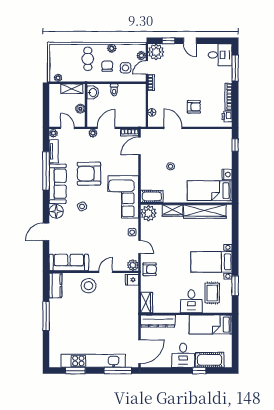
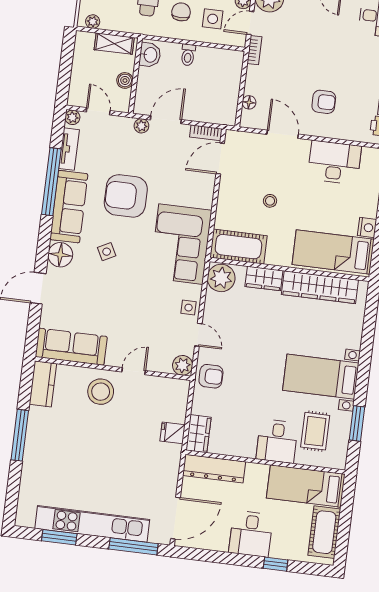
desk: (204, 140) -> (334, 162), added
cot: (152, 196) -> (238, 247), width x1.37, depth x1.34
fridge: (132, 280) -> (173, 433), moved
cot: (210, 360) -> (324, 532), moved, turned 90

